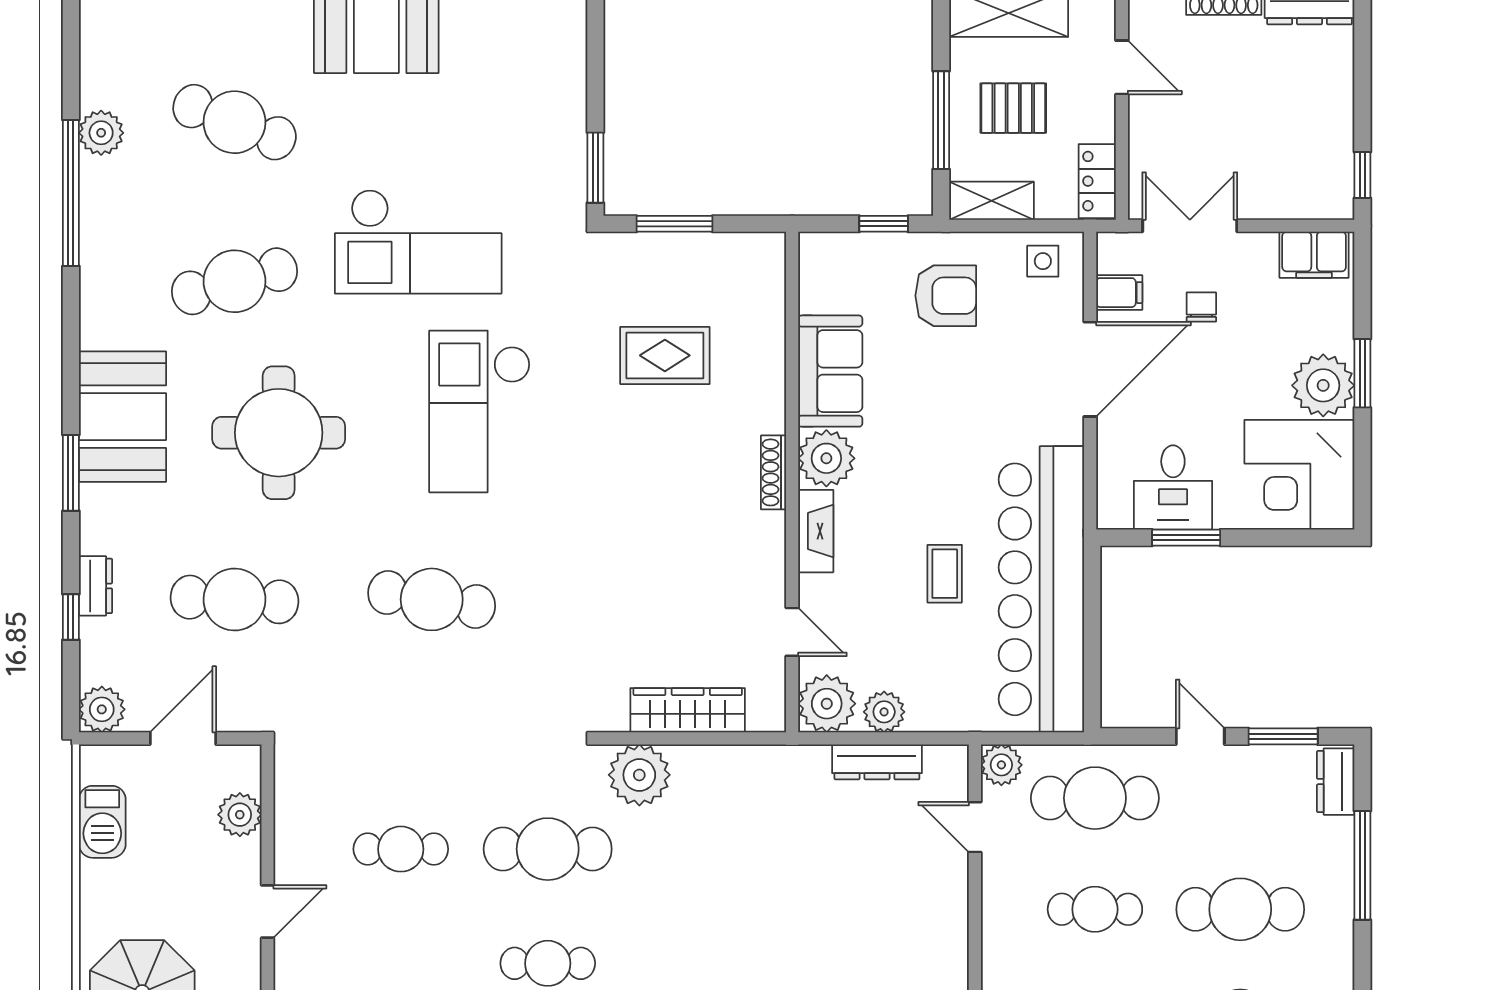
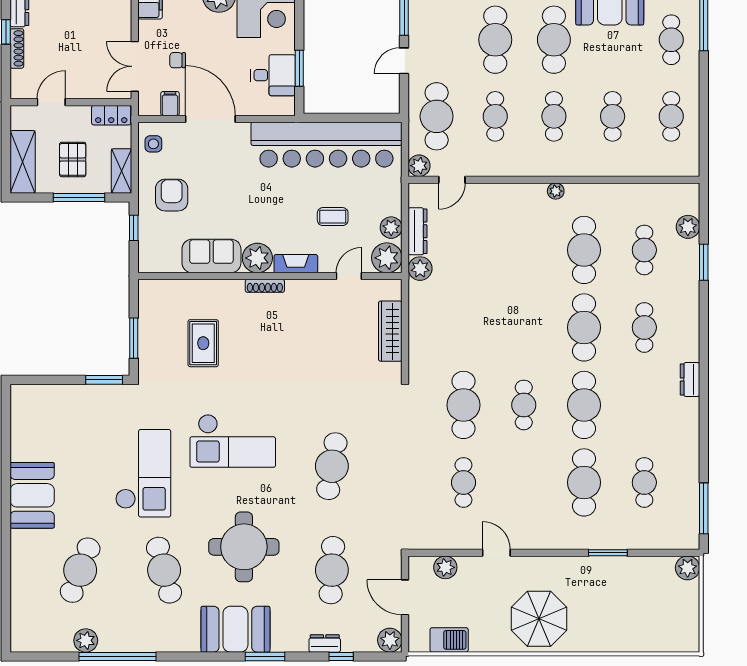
coffee table: (945, 574) -> (333, 217), moved
plant: (639, 775) -> (420, 269), moved, width x0.73, depth x0.73

